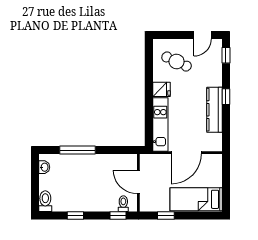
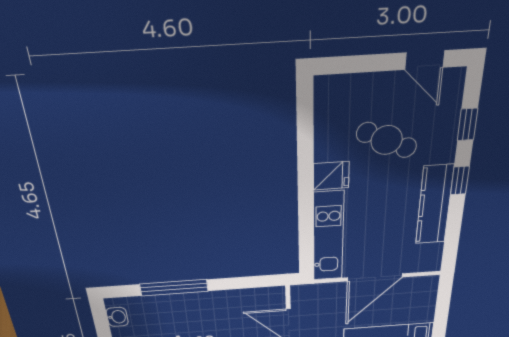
door: (203, 35) -> (425, 60), hinge flipped
window: (226, 55) -> (467, 124), moved
cafe table: (177, 62) -> (387, 140), moved

